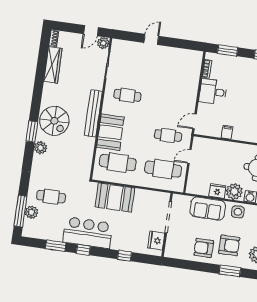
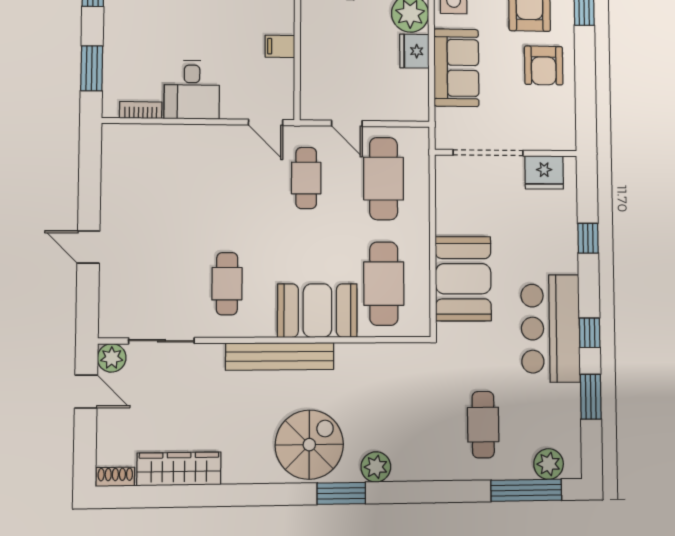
plant: (31, 212) -> (549, 464), moved

